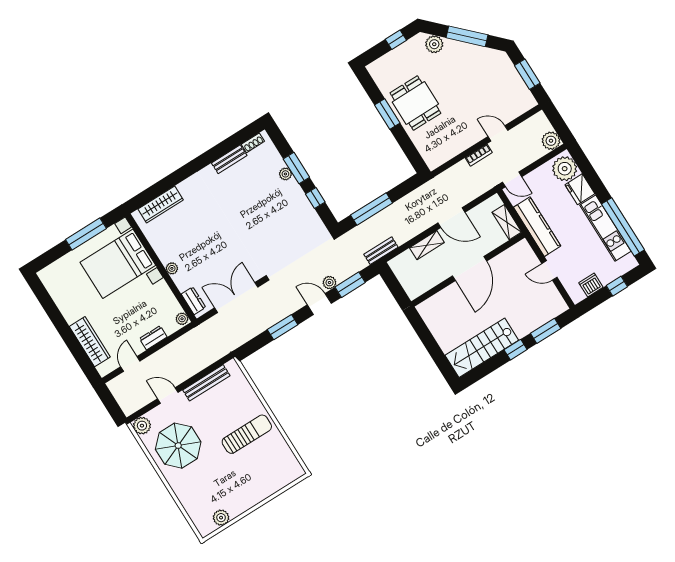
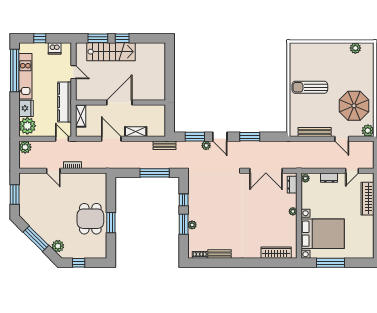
stairs: (482, 348) -> (111, 52), moved

